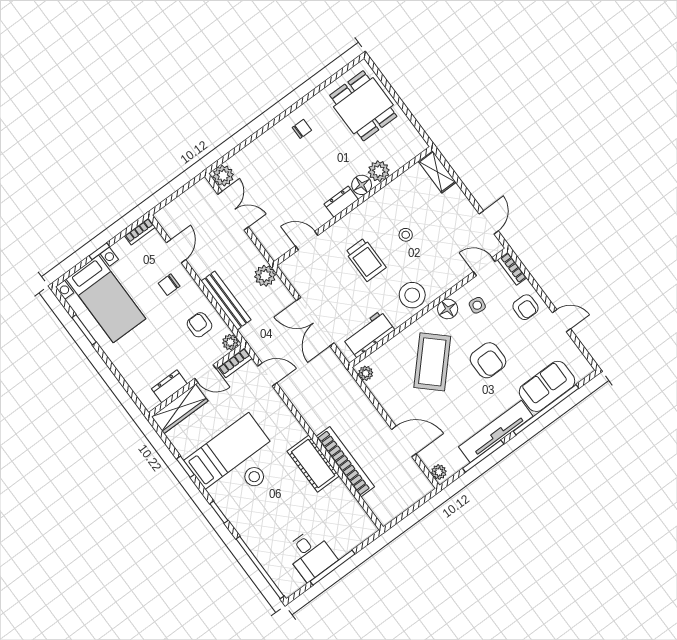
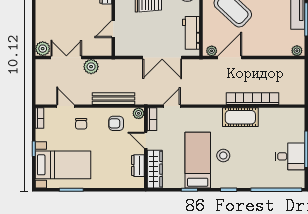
plant: (265, 276) -> (91, 67), moved
door: (205, 374) -> (146, 140), swing flipped
door: (404, 441) -> (230, 58), moved

